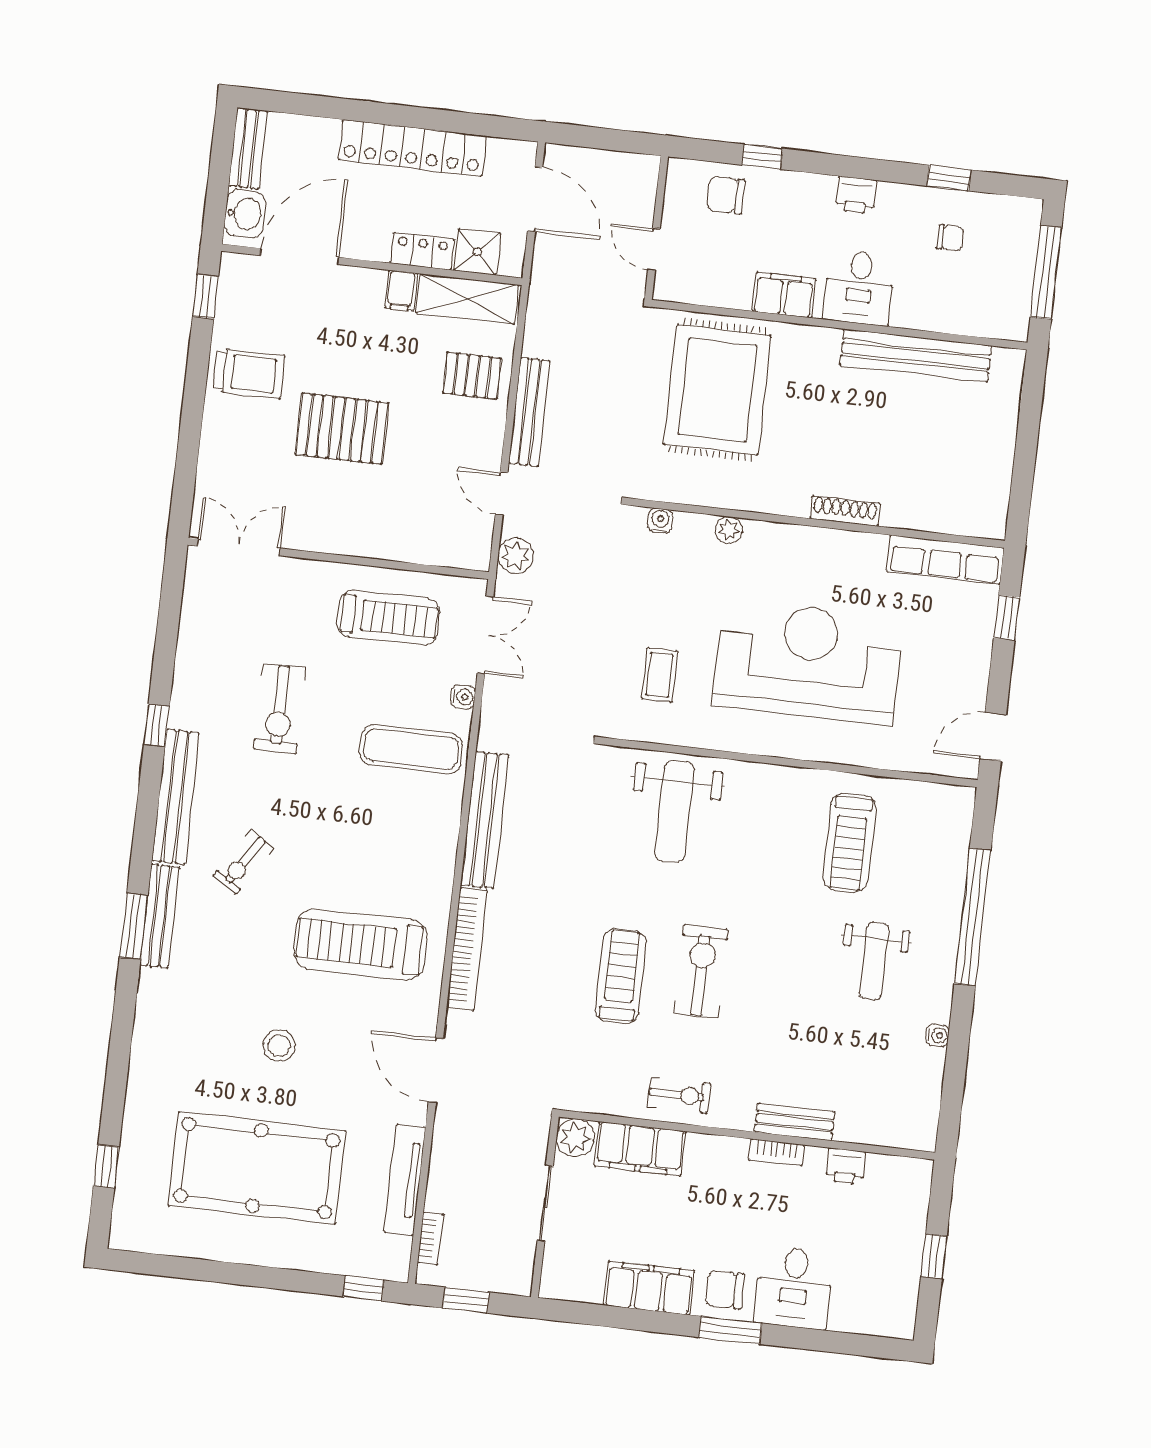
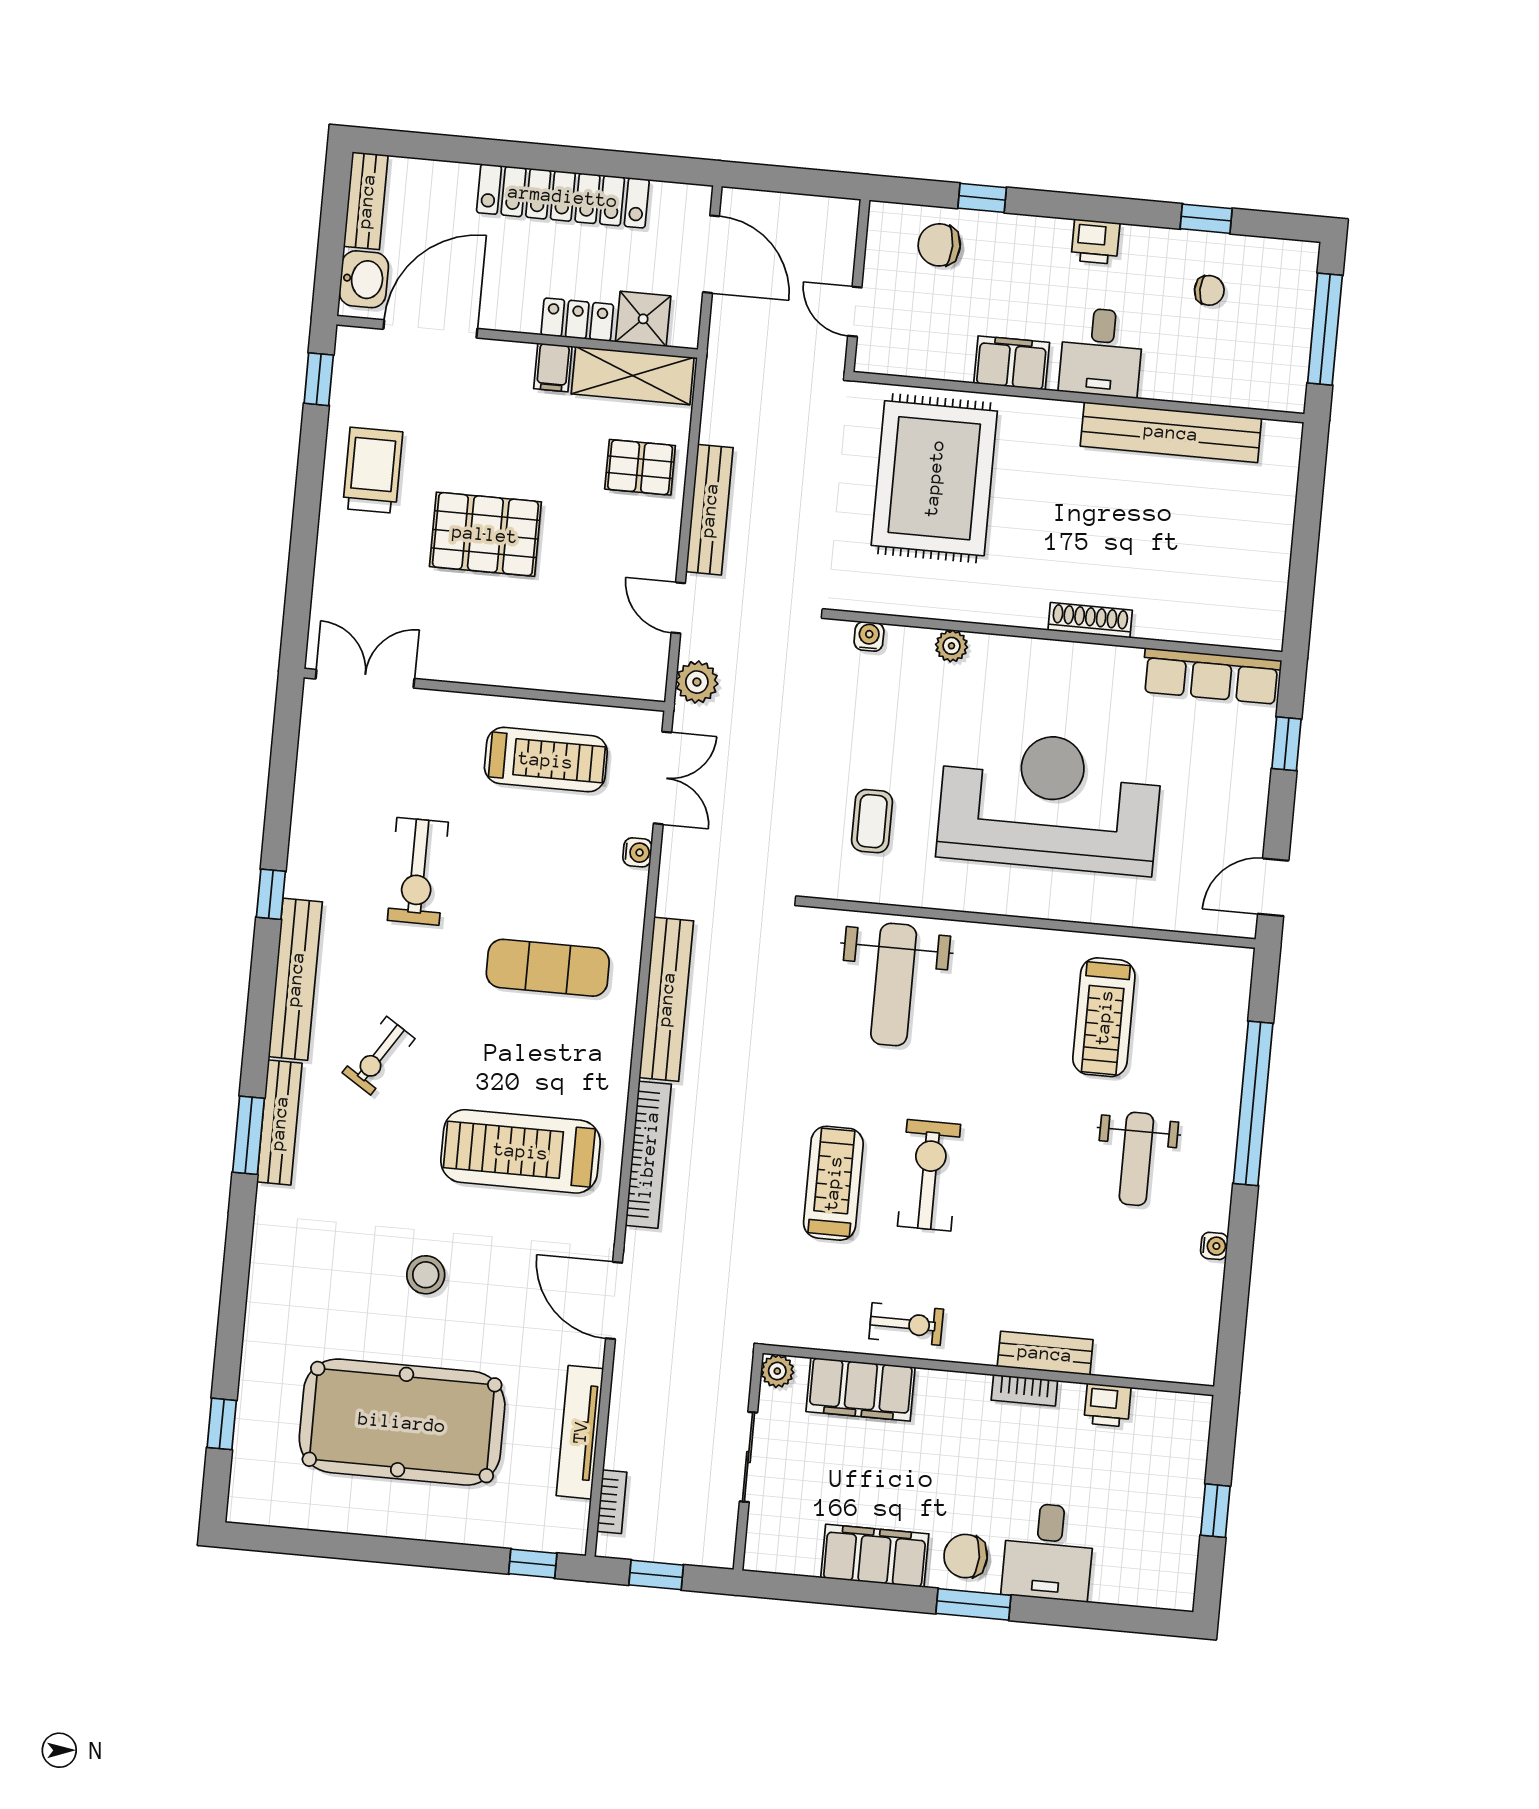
trolley: (249, 373) -> (373, 470), turned -90
exercise mat: (411, 749) -> (548, 968), moved
plant: (575, 1138) -> (777, 1371), width x0.73, depth x0.73

